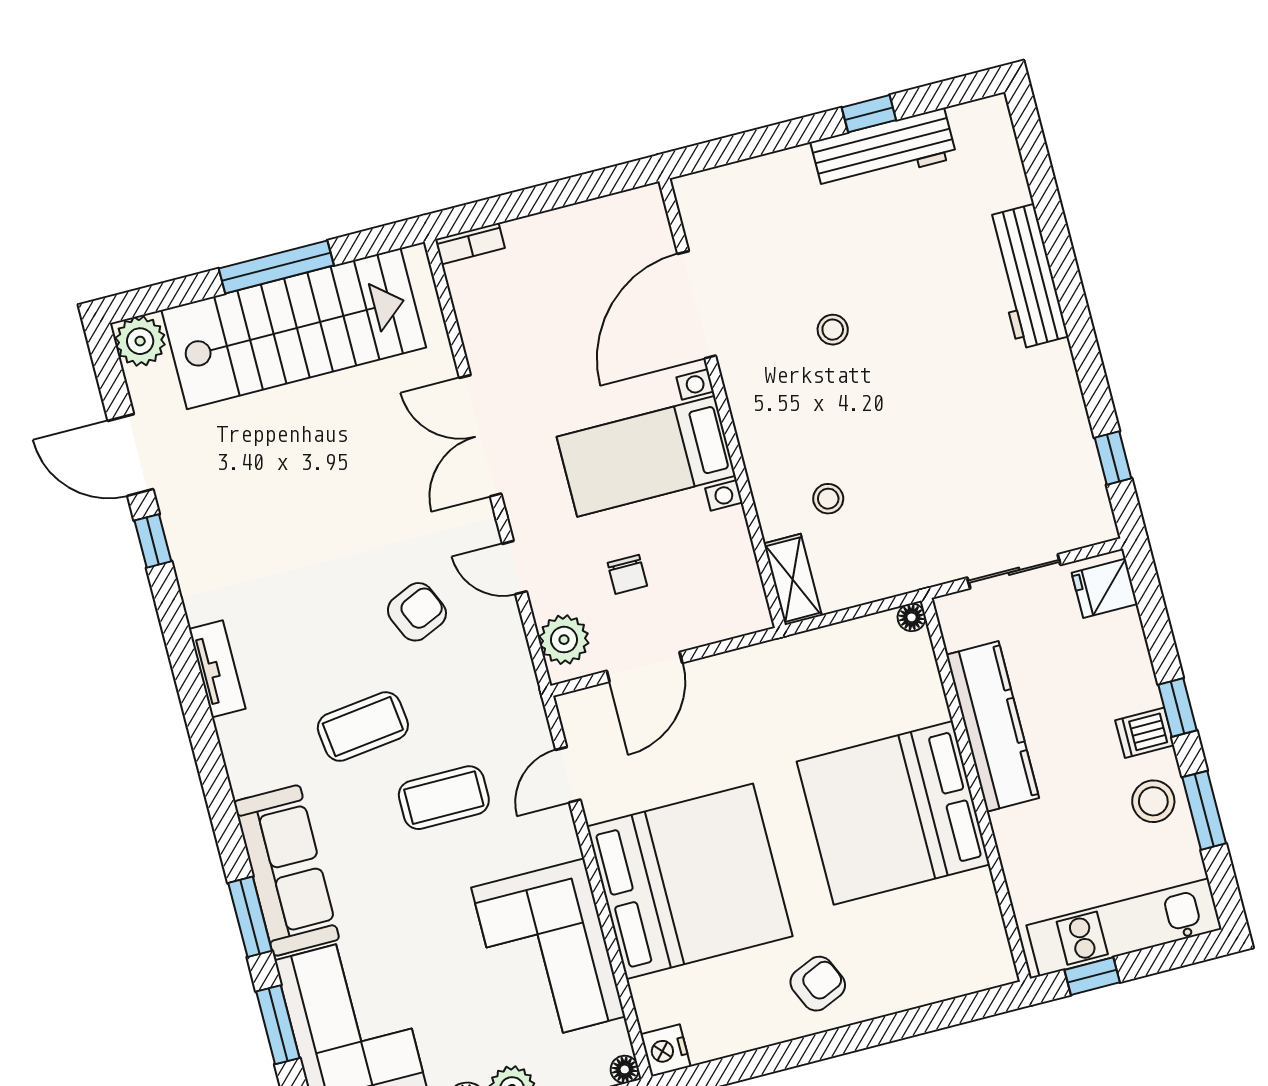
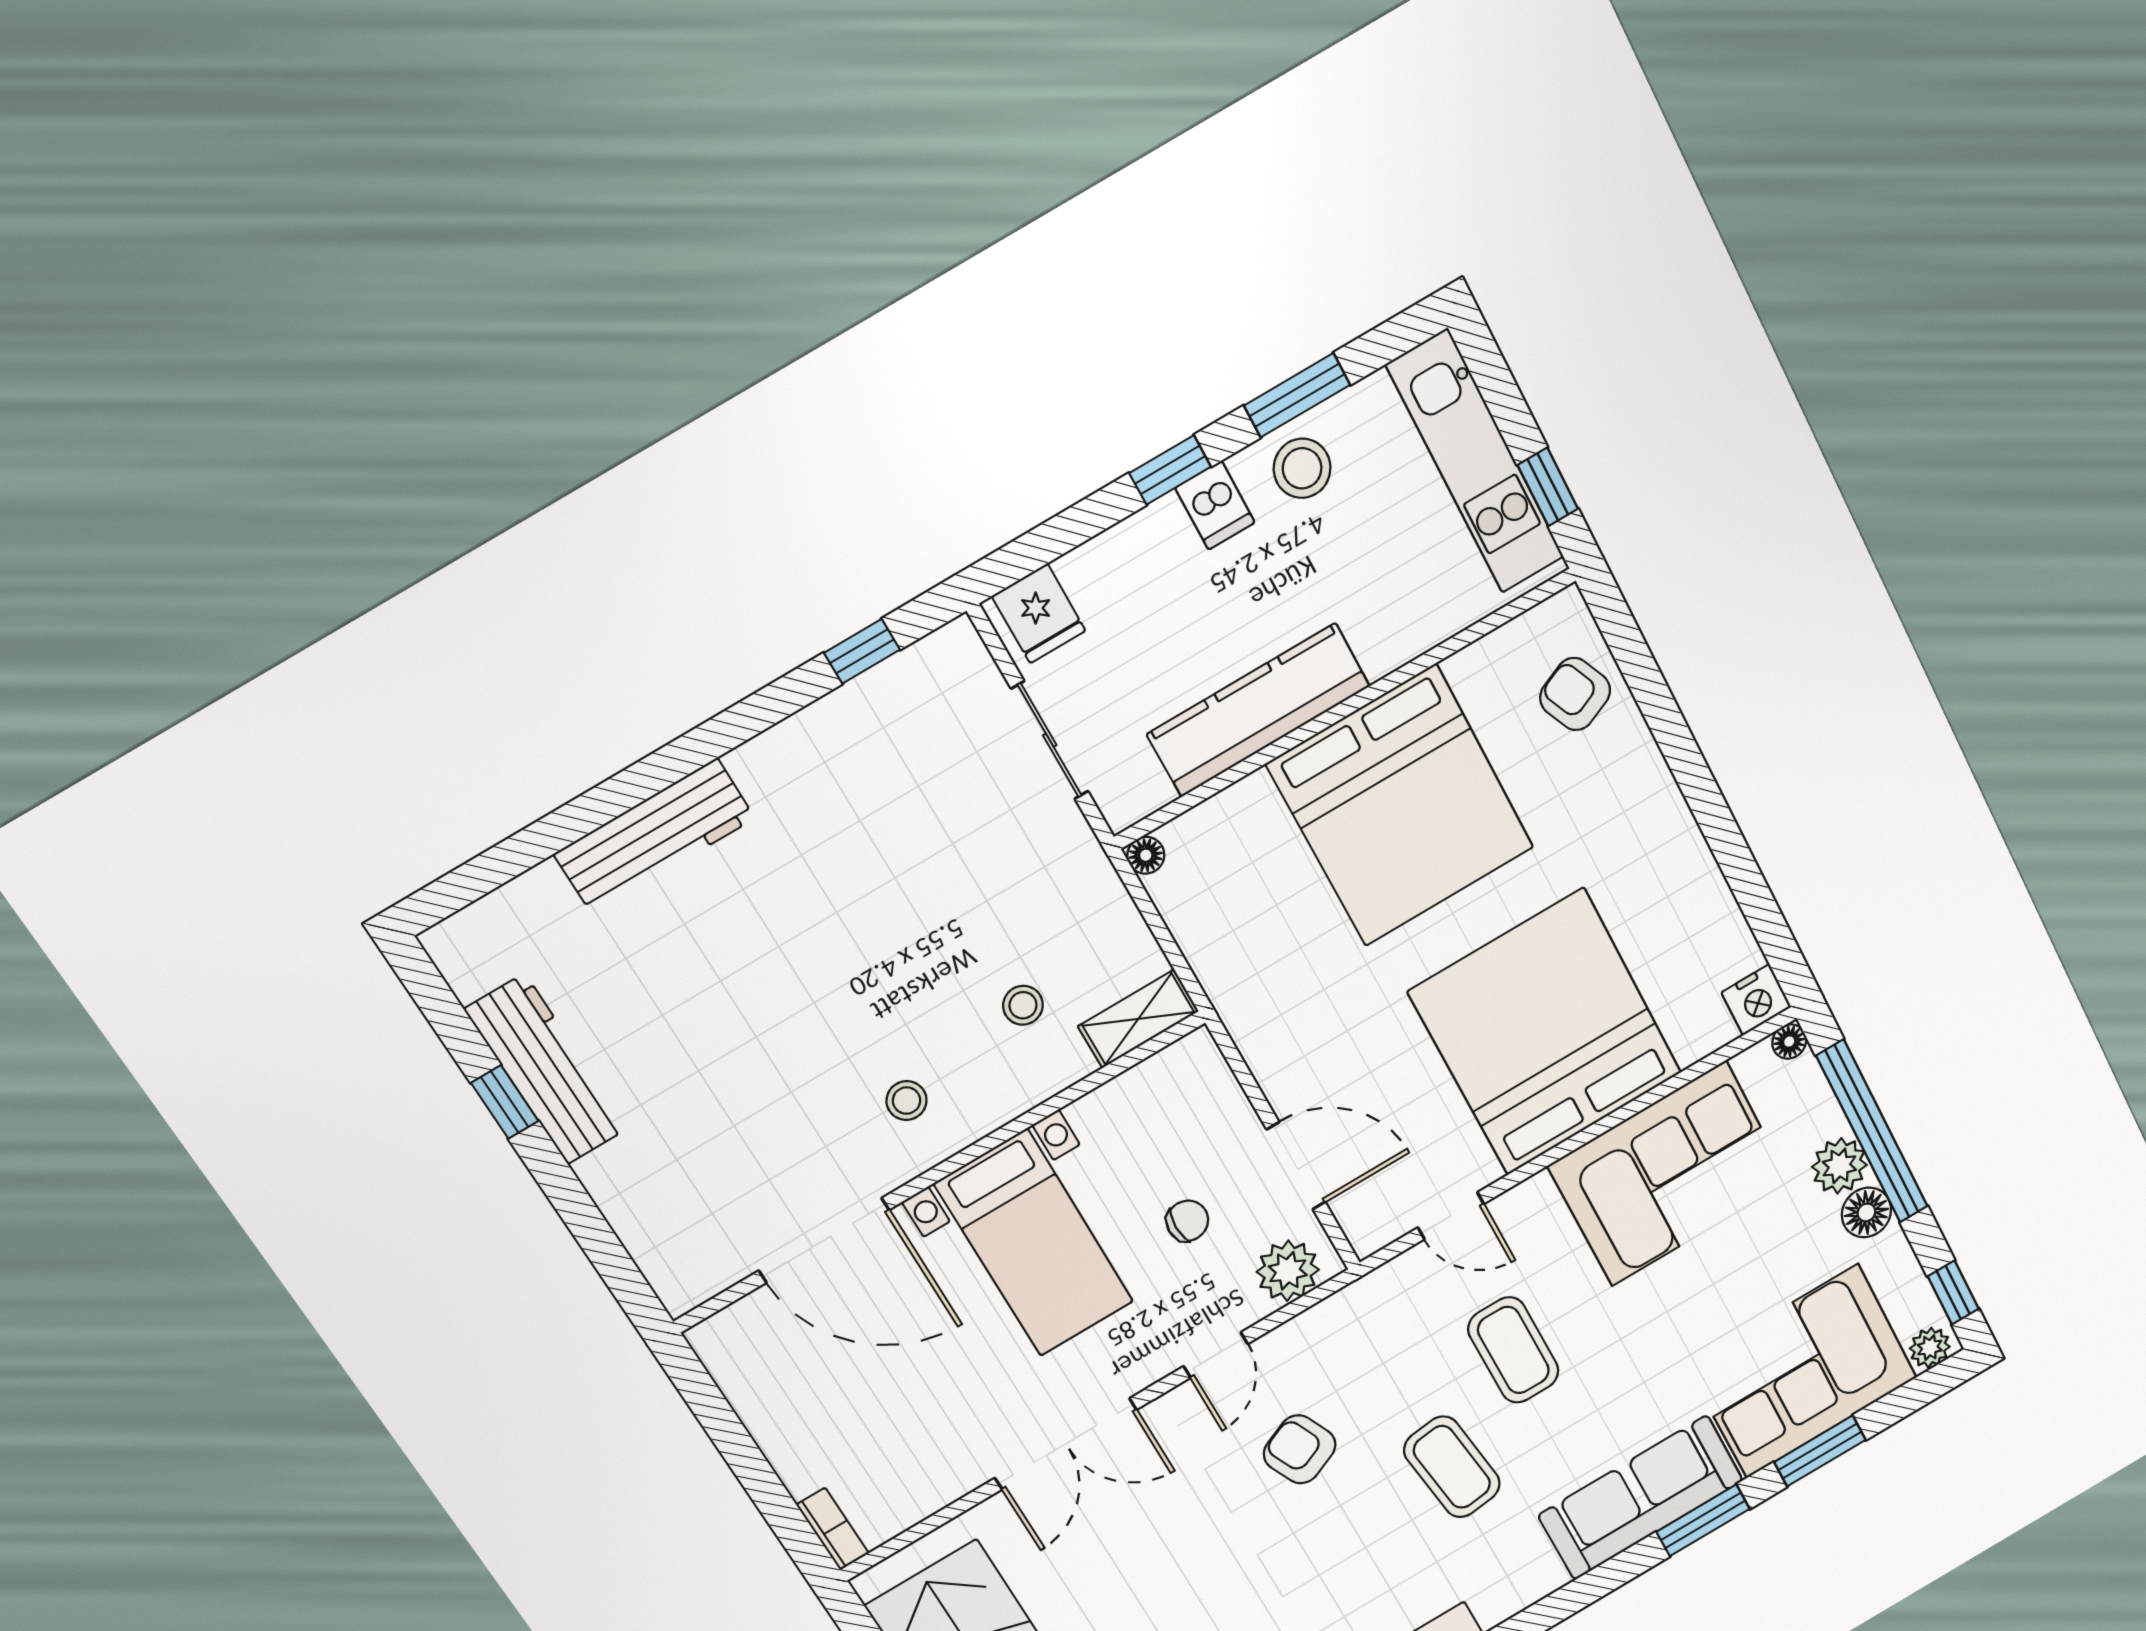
stool: (833, 330) -> (907, 1101), moved
armchair: (818, 984) -> (1575, 694), moved

